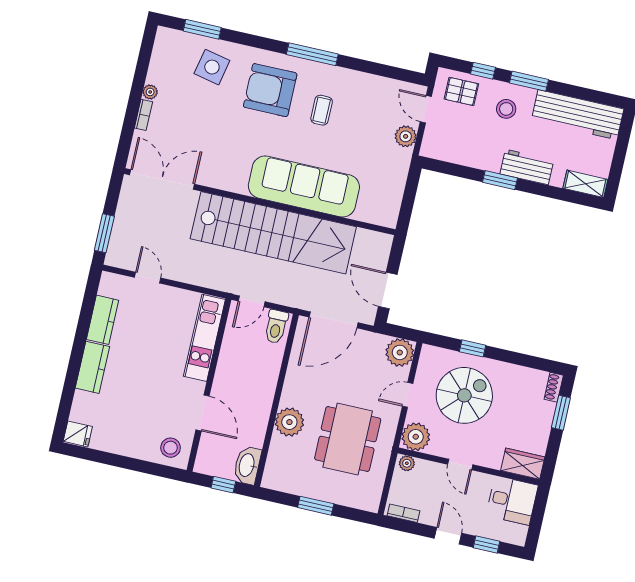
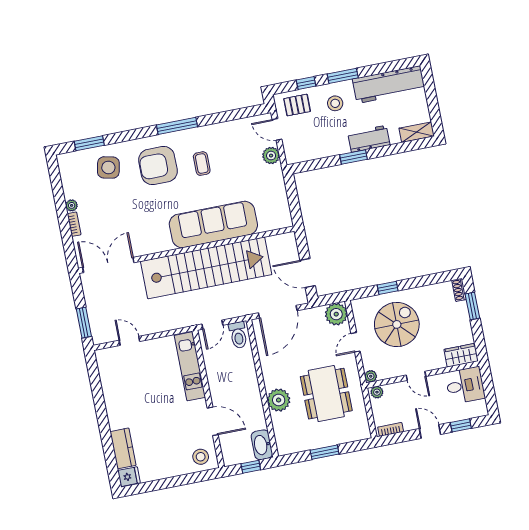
kitchen counter: (103, 320) -> (110, 386), removed
kitchen counter: (92, 367) -> (123, 448), moved
plant: (416, 437) -> (371, 376), width x0.53, depth x0.53

